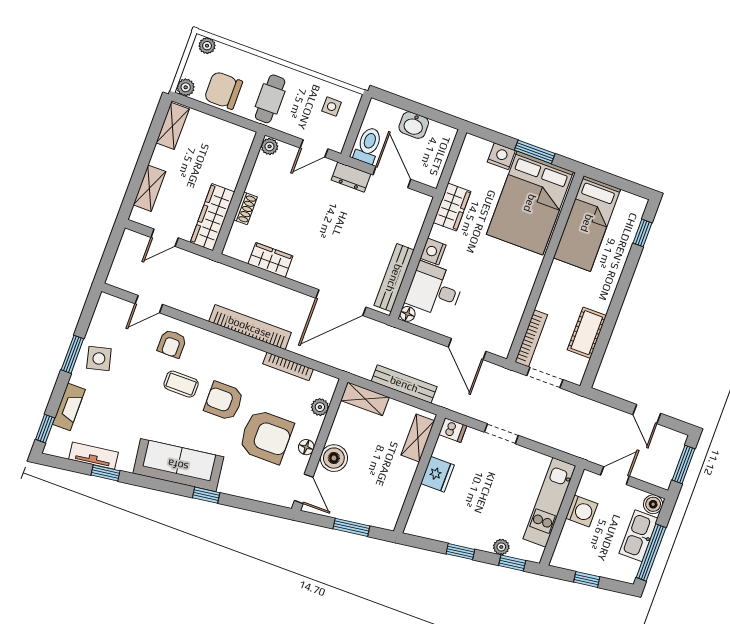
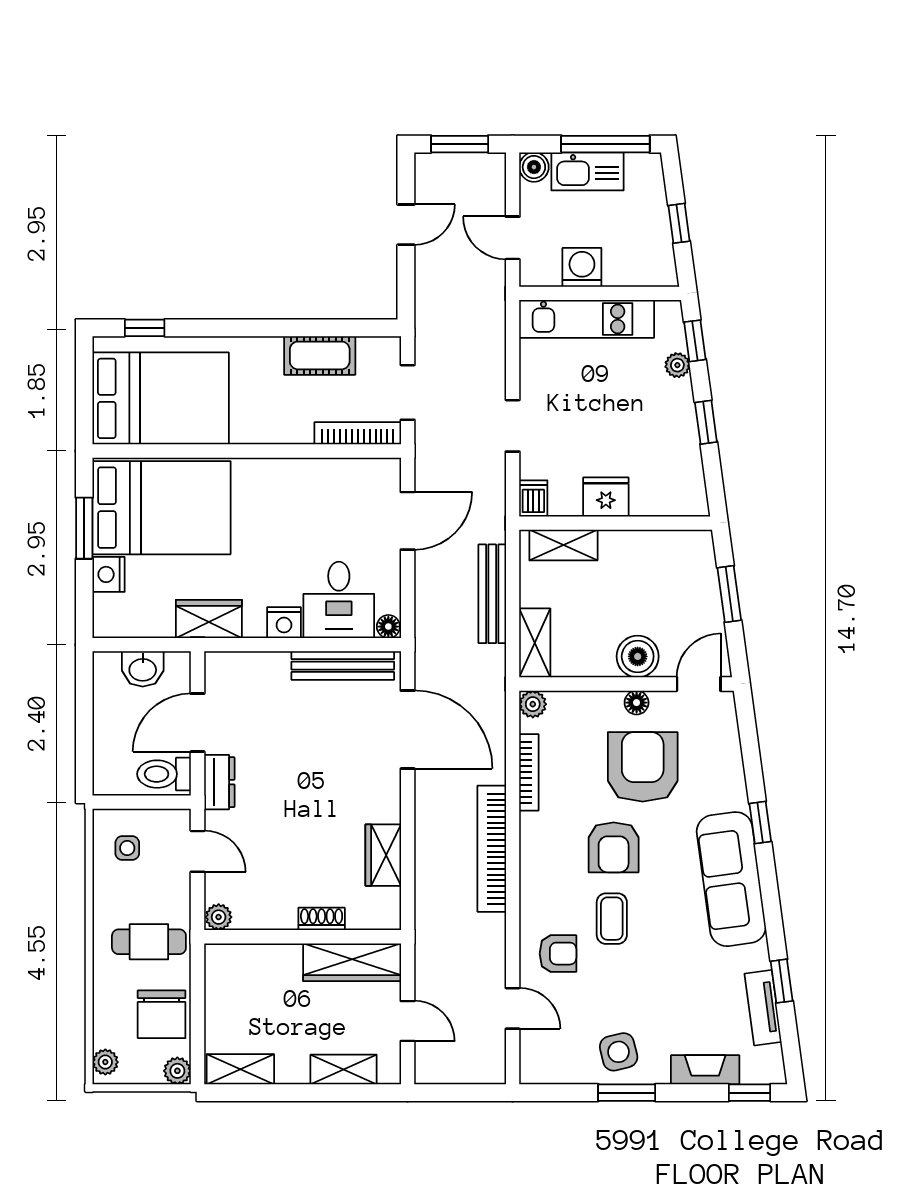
washbasin: (414, 125) -> (143, 669), moved, turned 90
bed: (587, 223) -> (161, 398), width x1.50
plant: (320, 407) -> (533, 704), moved

